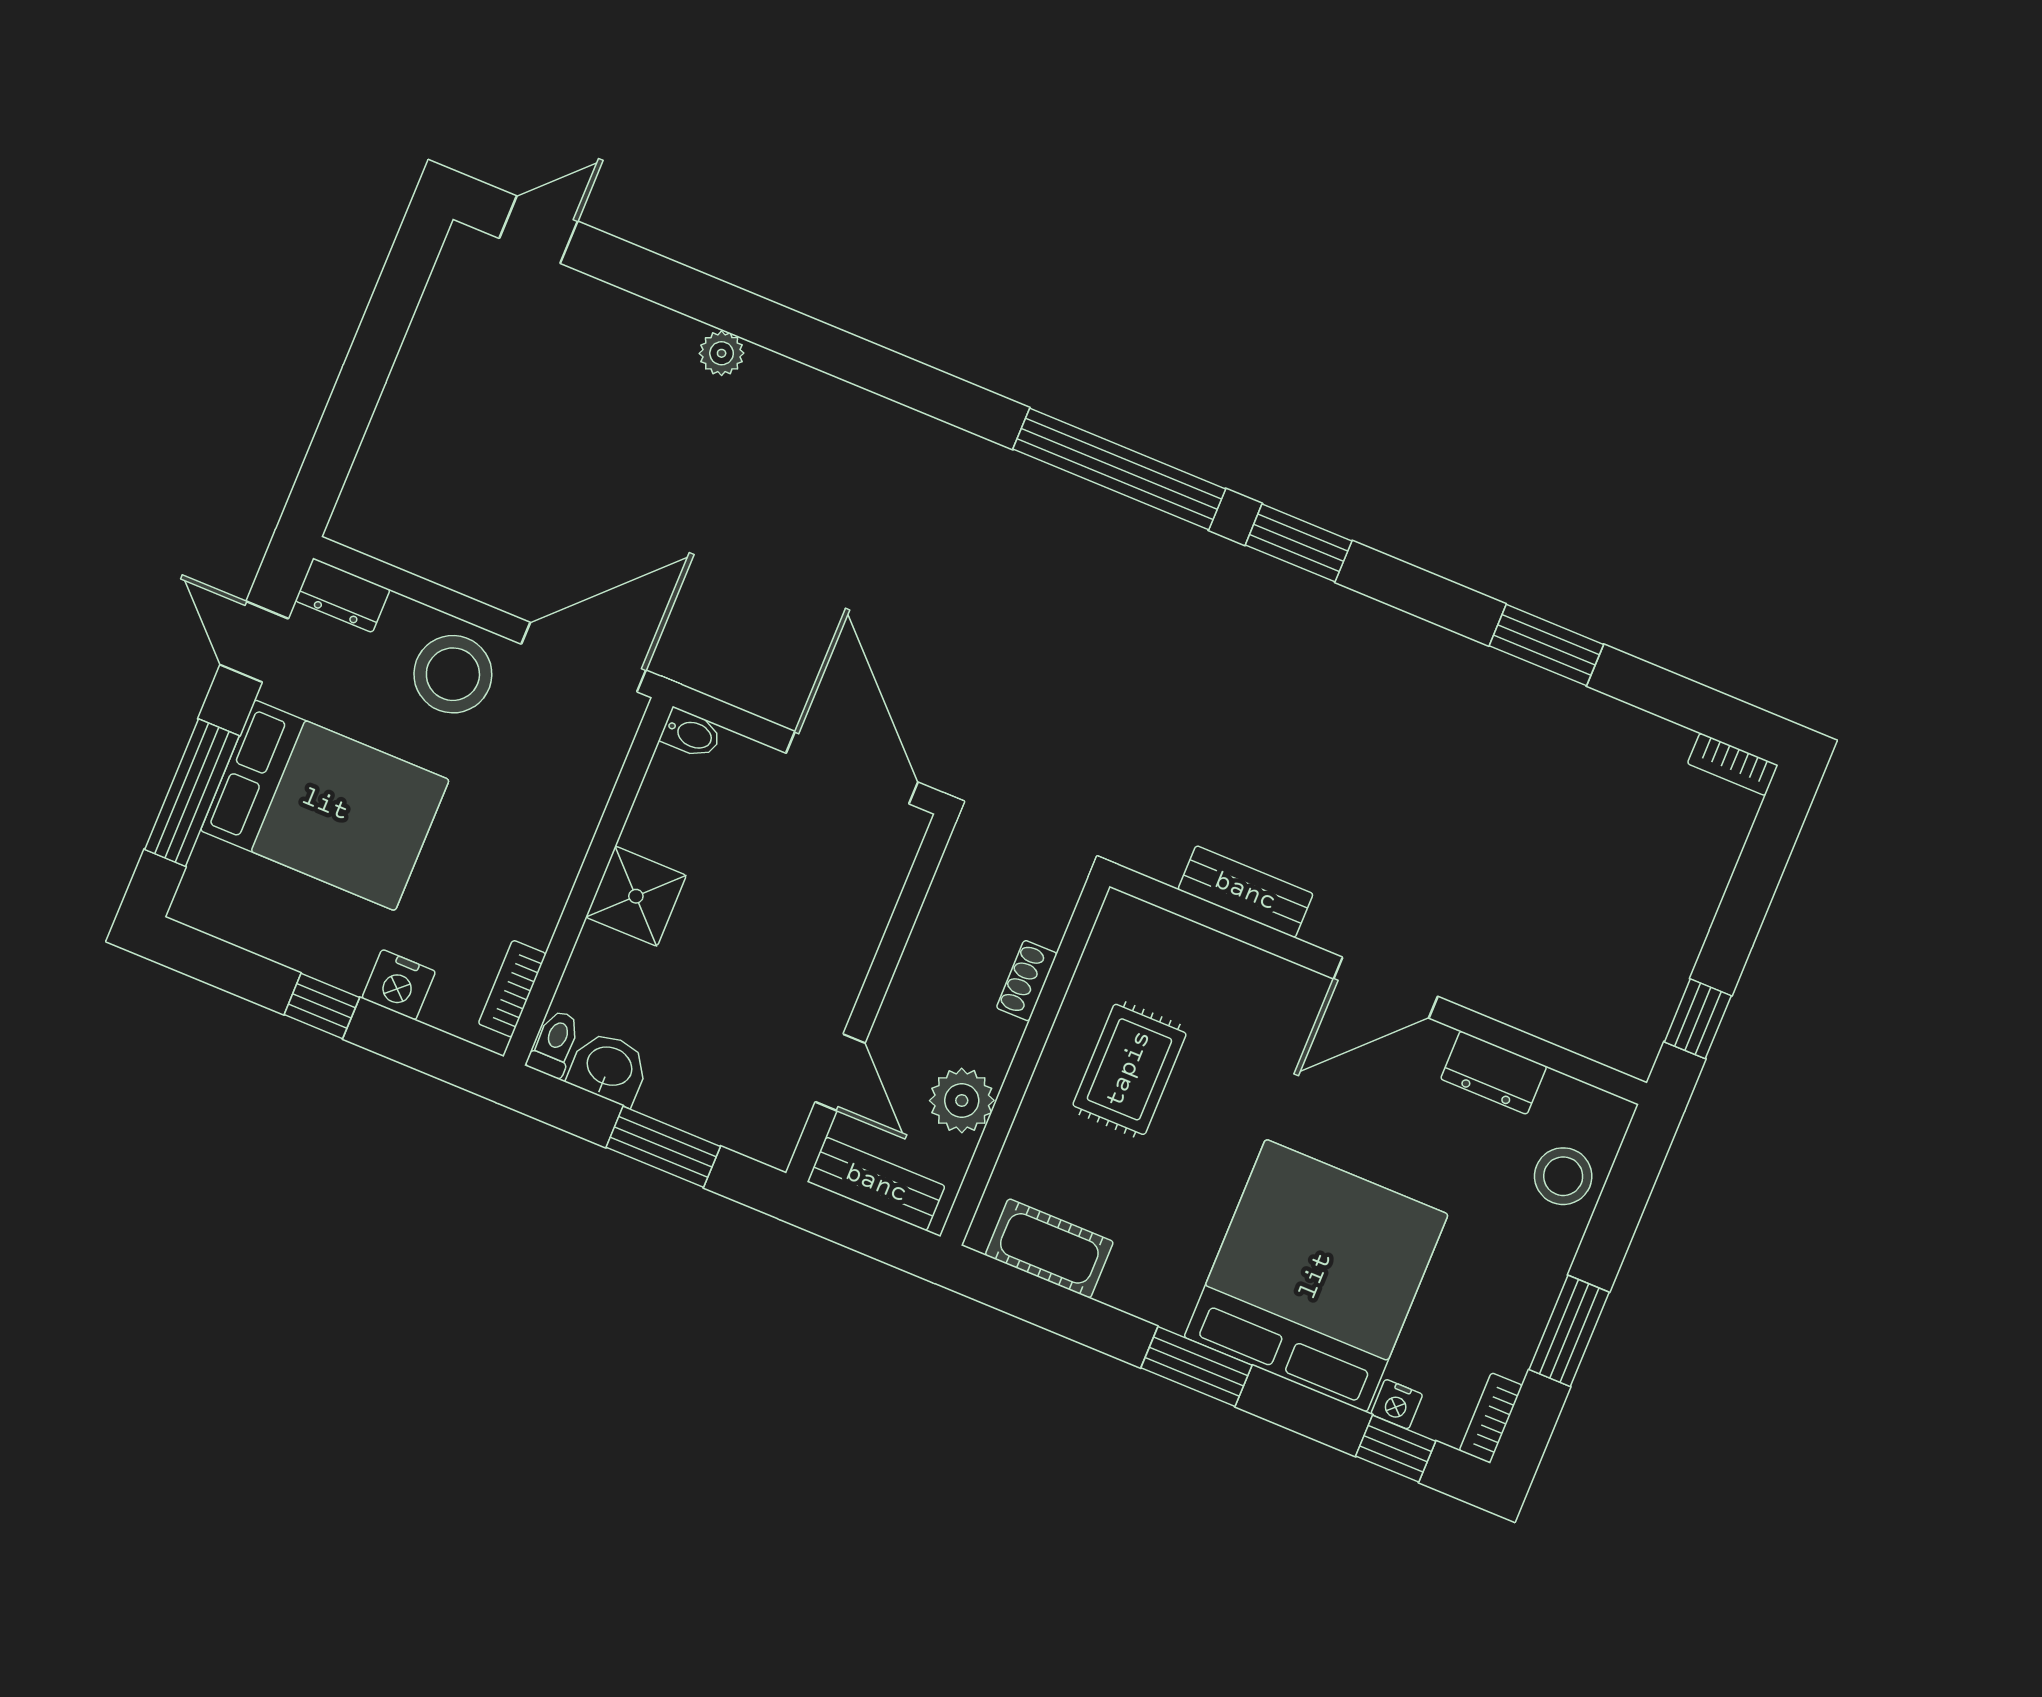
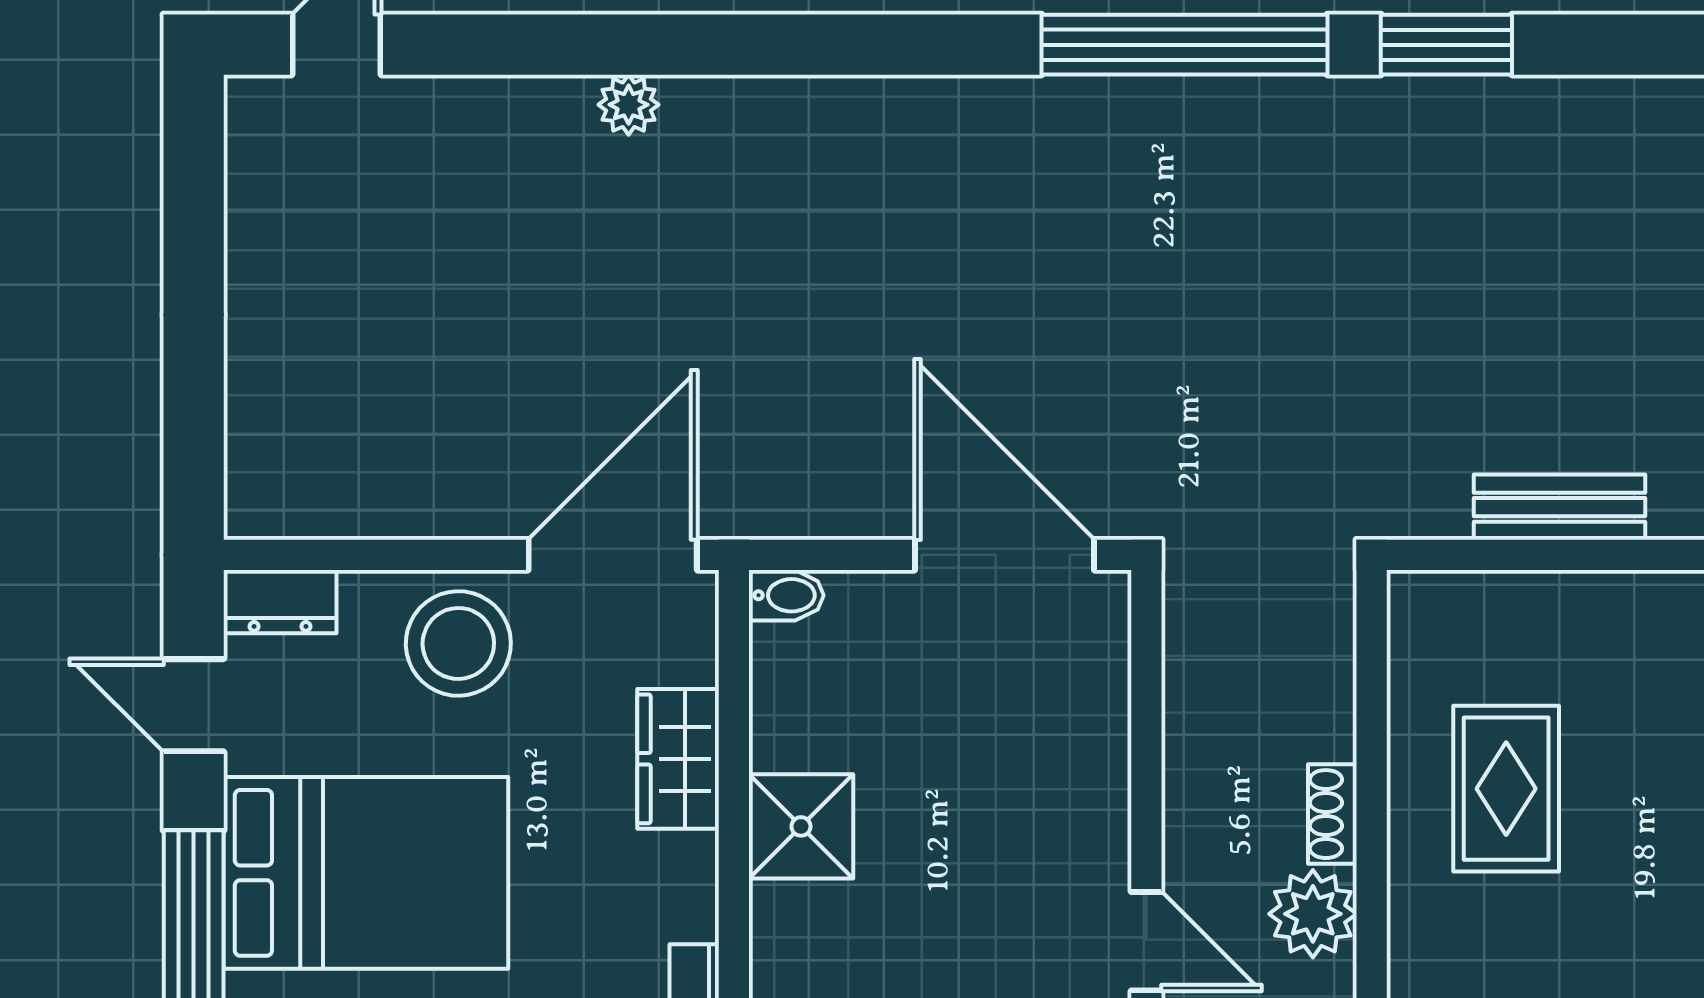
wardrobe: (571, 815) -> (678, 759), added
shoe rack: (1027, 981) -> (1332, 814), moved

